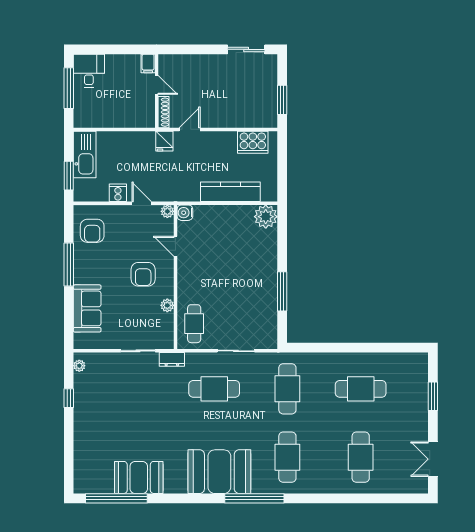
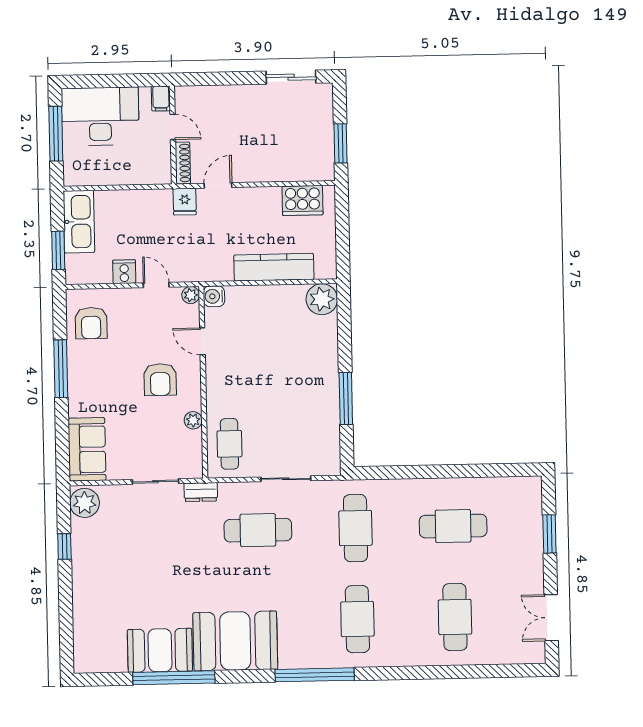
desk: (89, 71) -> (100, 116), width x1.87, depth x1.30
sofa: (87, 308) -> (87, 449), moved
plant: (79, 366) -> (85, 503), width x1.88, depth x1.88
booth: (219, 472) -> (235, 641), moved
window: (116, 498) -> (174, 678), moved

